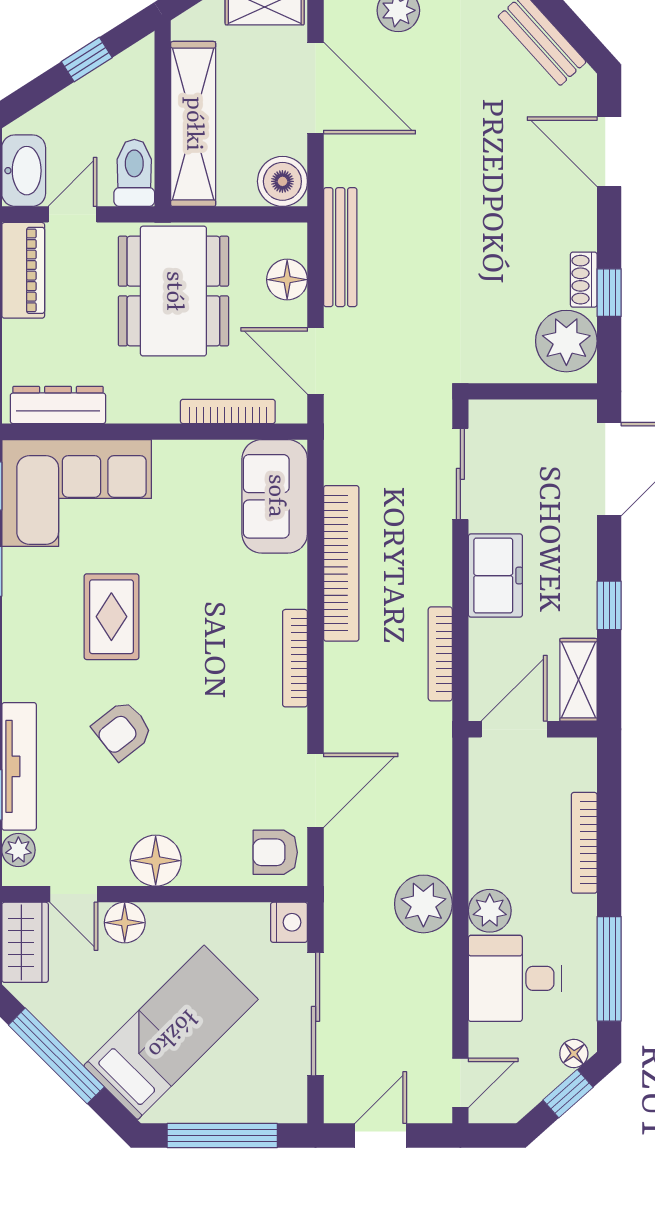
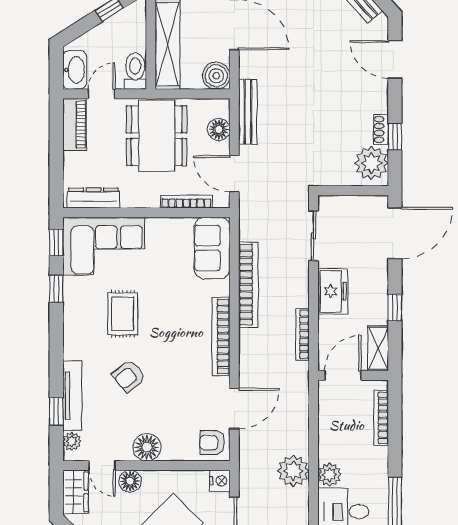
bookcase: (295, 658) -> (221, 336), width x1.48, depth x1.31
bookcase: (584, 843) -> (381, 418), moved

